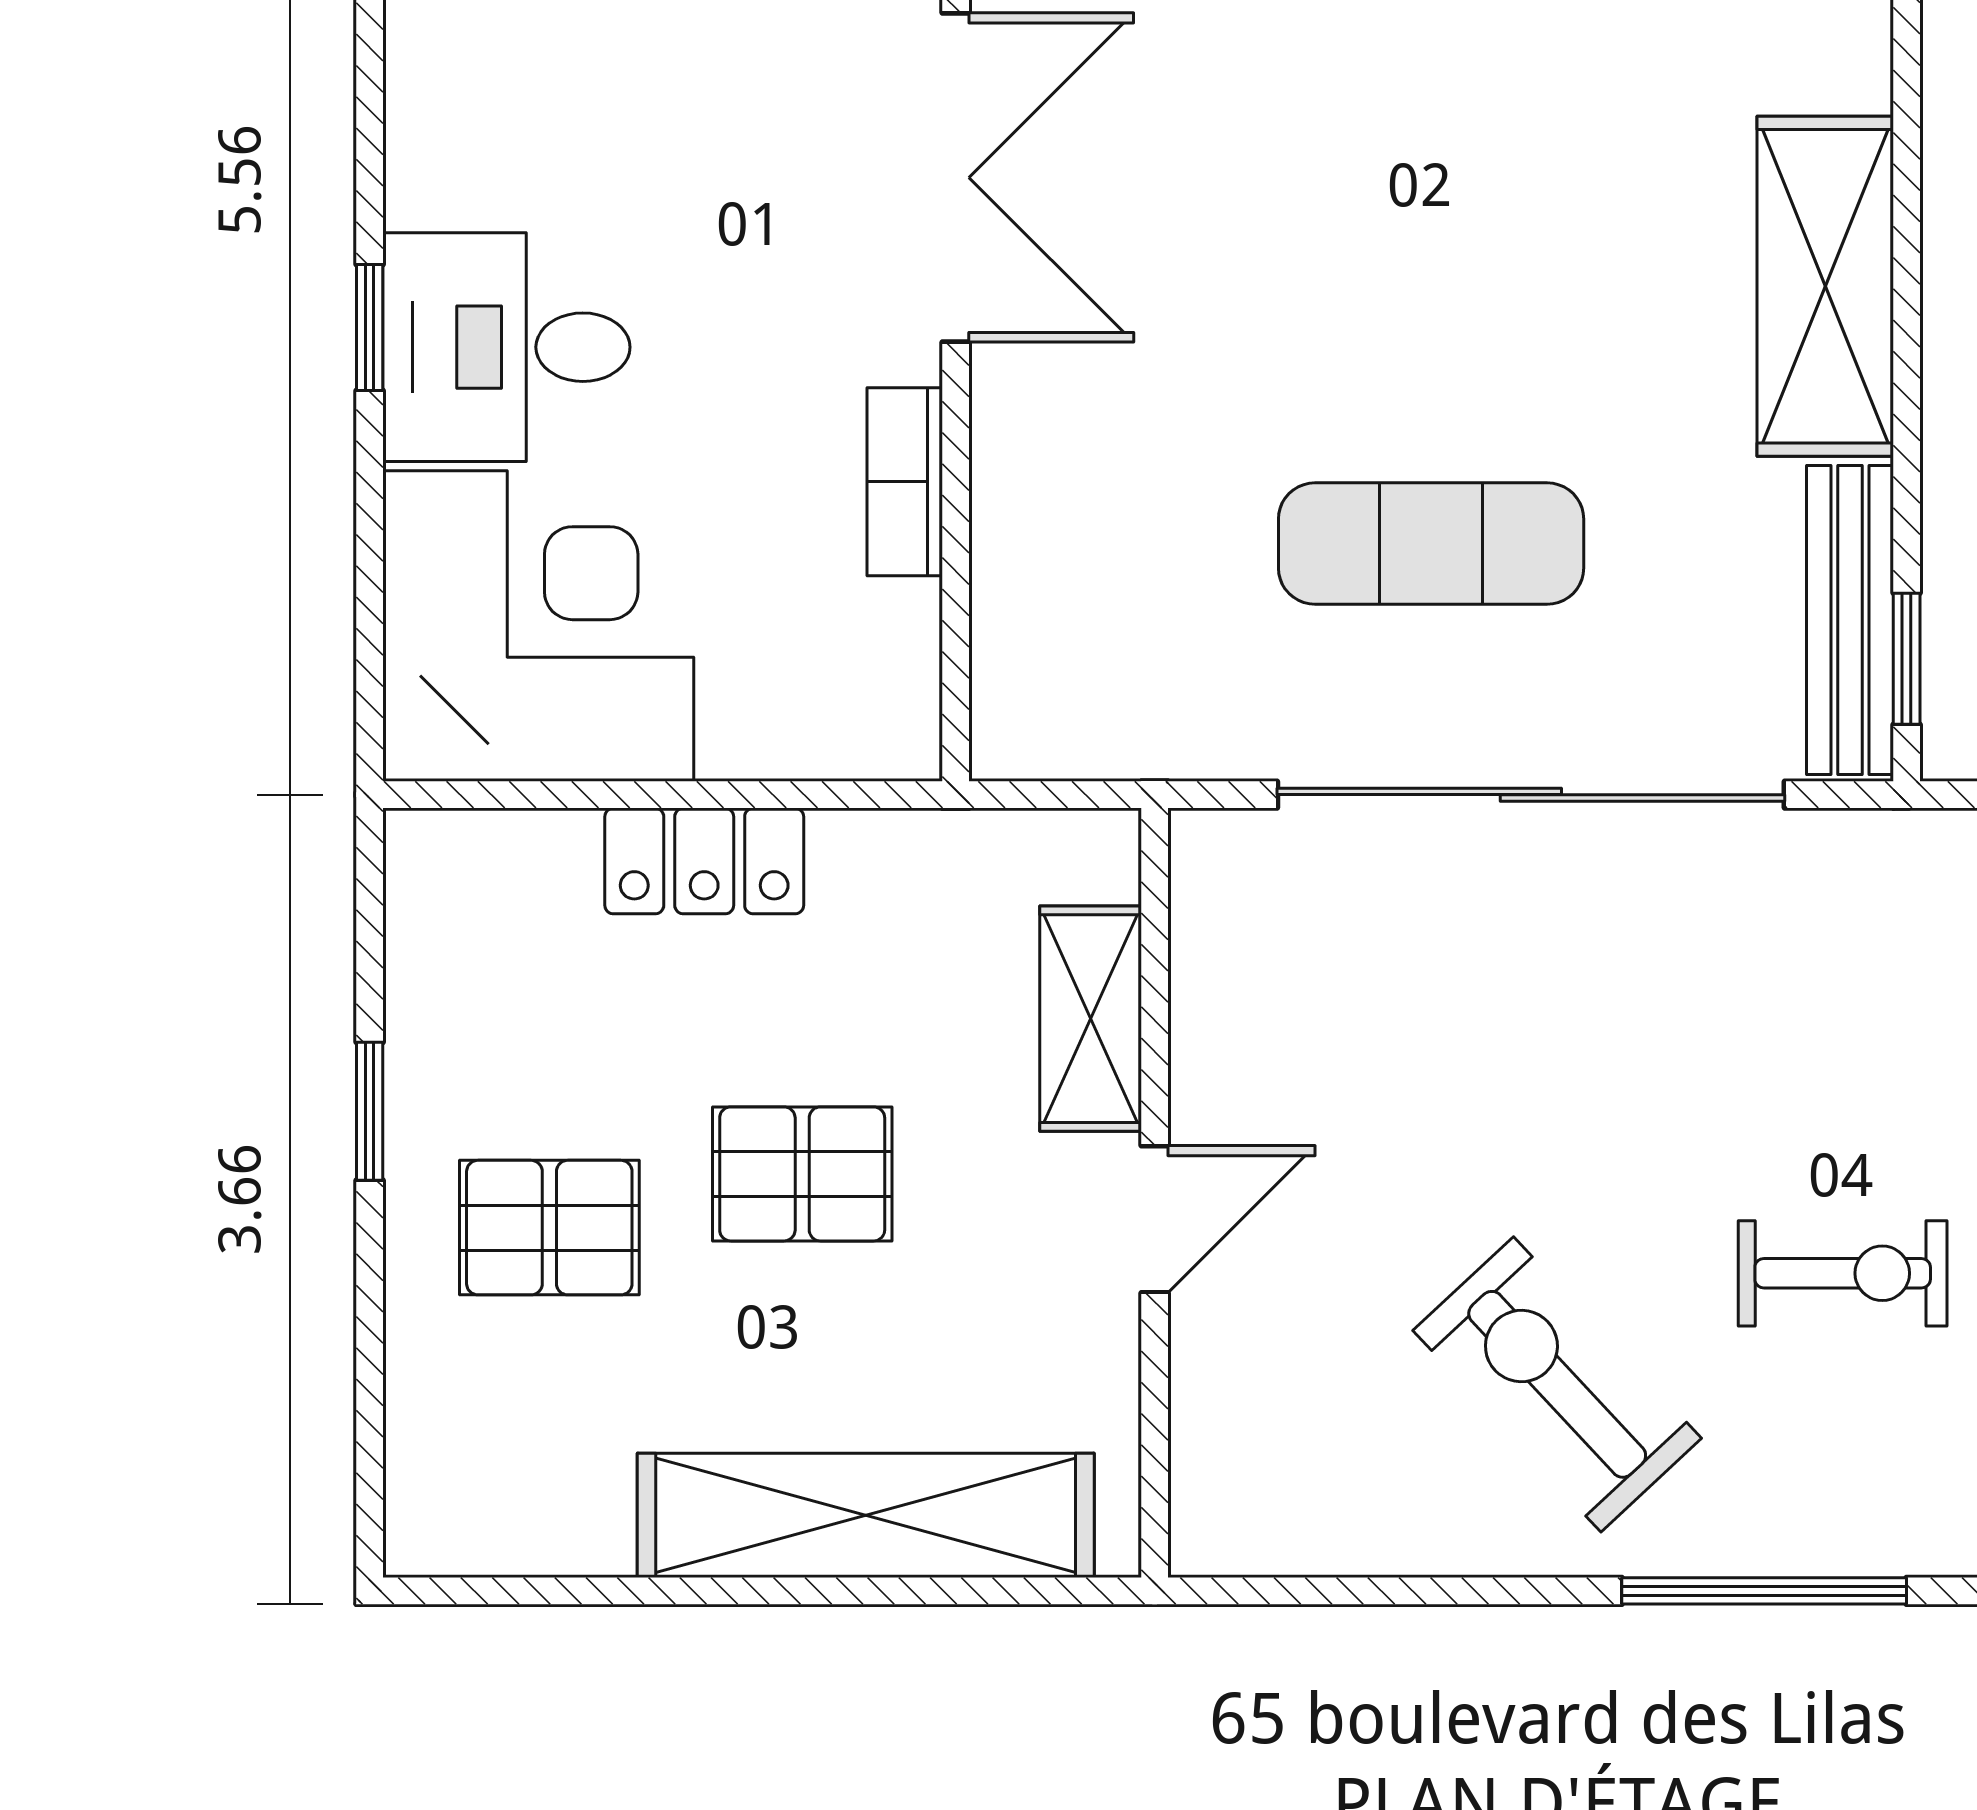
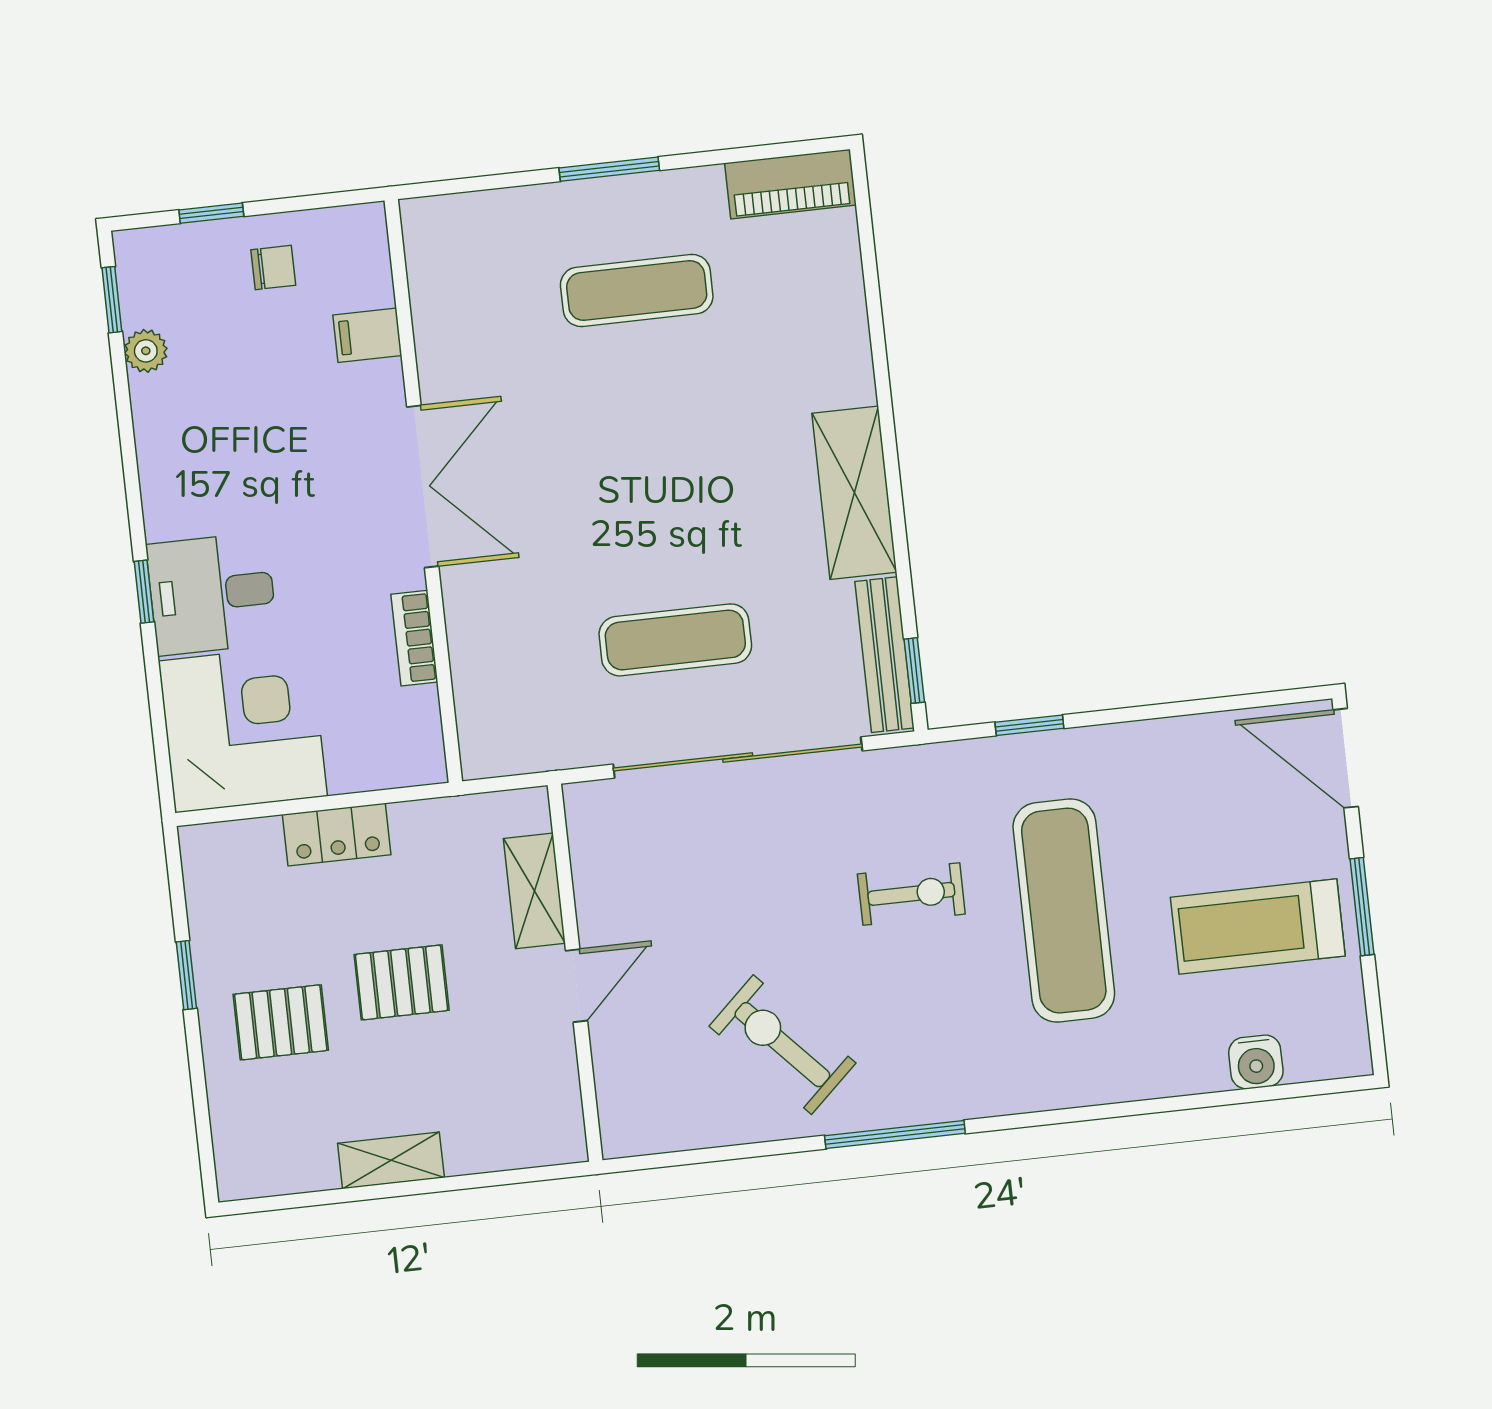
exercise bike: (1843, 1273) -> (911, 894), moved
shelving: (866, 1515) -> (391, 1160), width x0.45, depth x0.75

